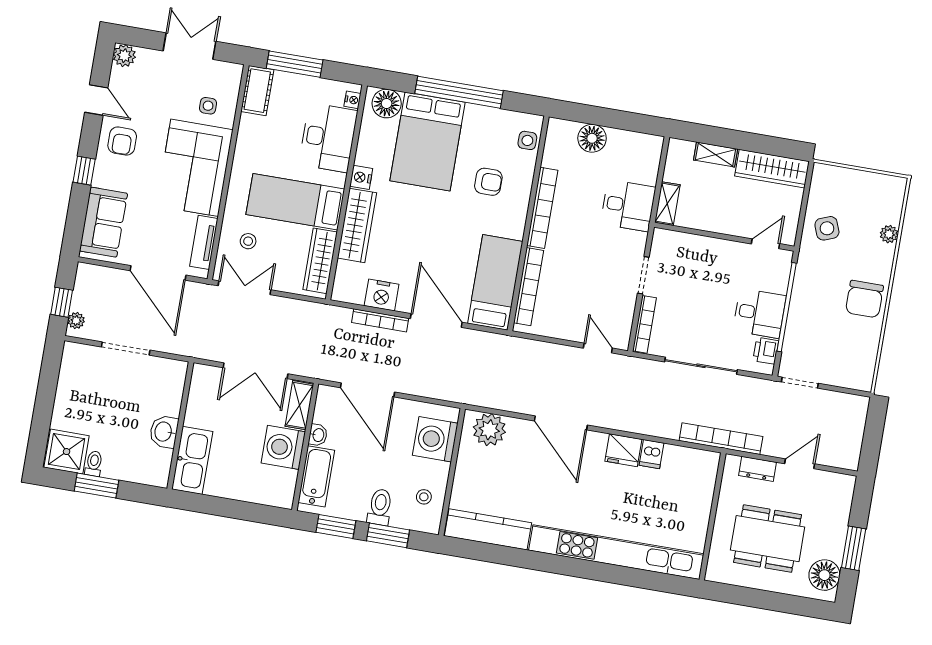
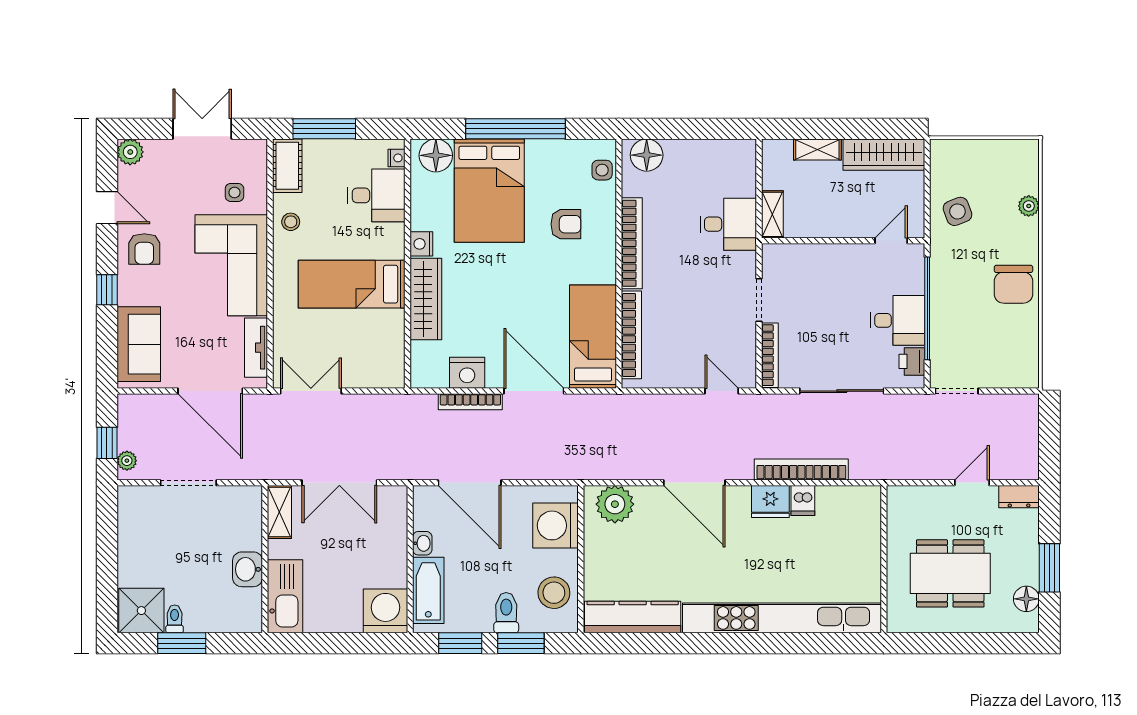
desk: (328, 138) -> (376, 195), width x0.73
floor lamp: (592, 138) -> (647, 155), moved
stool: (248, 241) -> (291, 222), moved
wardrobe: (320, 261) -> (391, 346), removed
shelving: (299, 405) -> (279, 512), moved
bookcase: (721, 439) -> (801, 470), moved
washing machine: (283, 447) -> (385, 611), moved, turned 90
dresser: (757, 469) -> (1019, 497), moved
stool: (424, 497) -> (554, 593), width x1.89, depth x1.89
floor lamp: (824, 575) -> (1026, 599), width x0.73, depth x0.73

